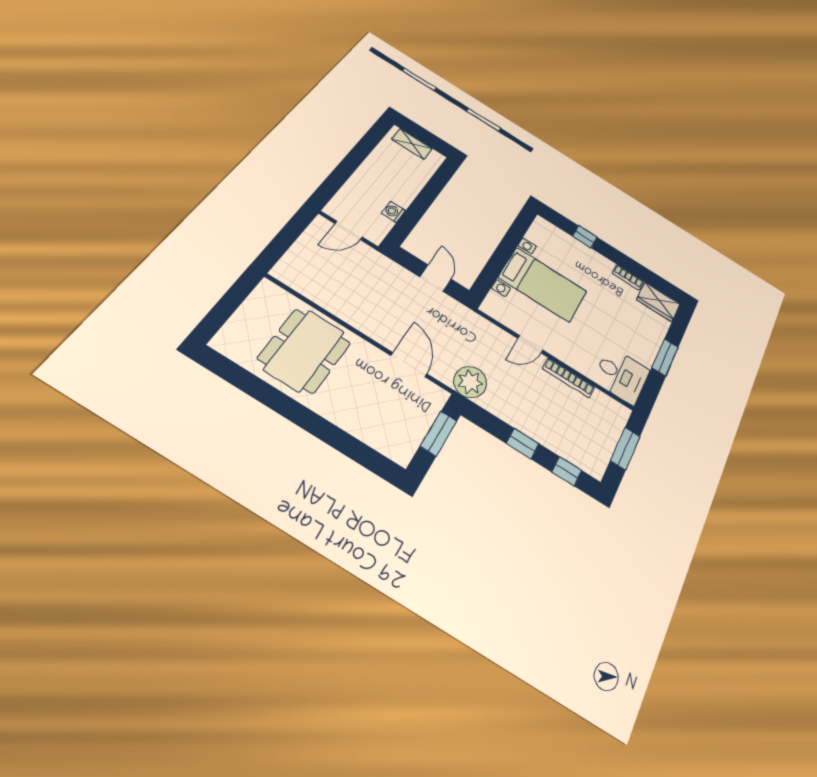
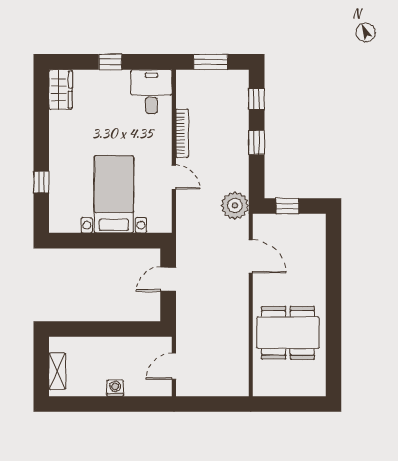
washing machine: (393, 212) -> (115, 388), moved, turned 180
door: (348, 230) -> (174, 366), swing flipped
bookcase: (628, 277) -> (55, 126), removed
window: (665, 357) -> (110, 62), width x0.67
door: (409, 365) -> (251, 256), swing flipped
window: (439, 434) -> (287, 206), width x0.67

